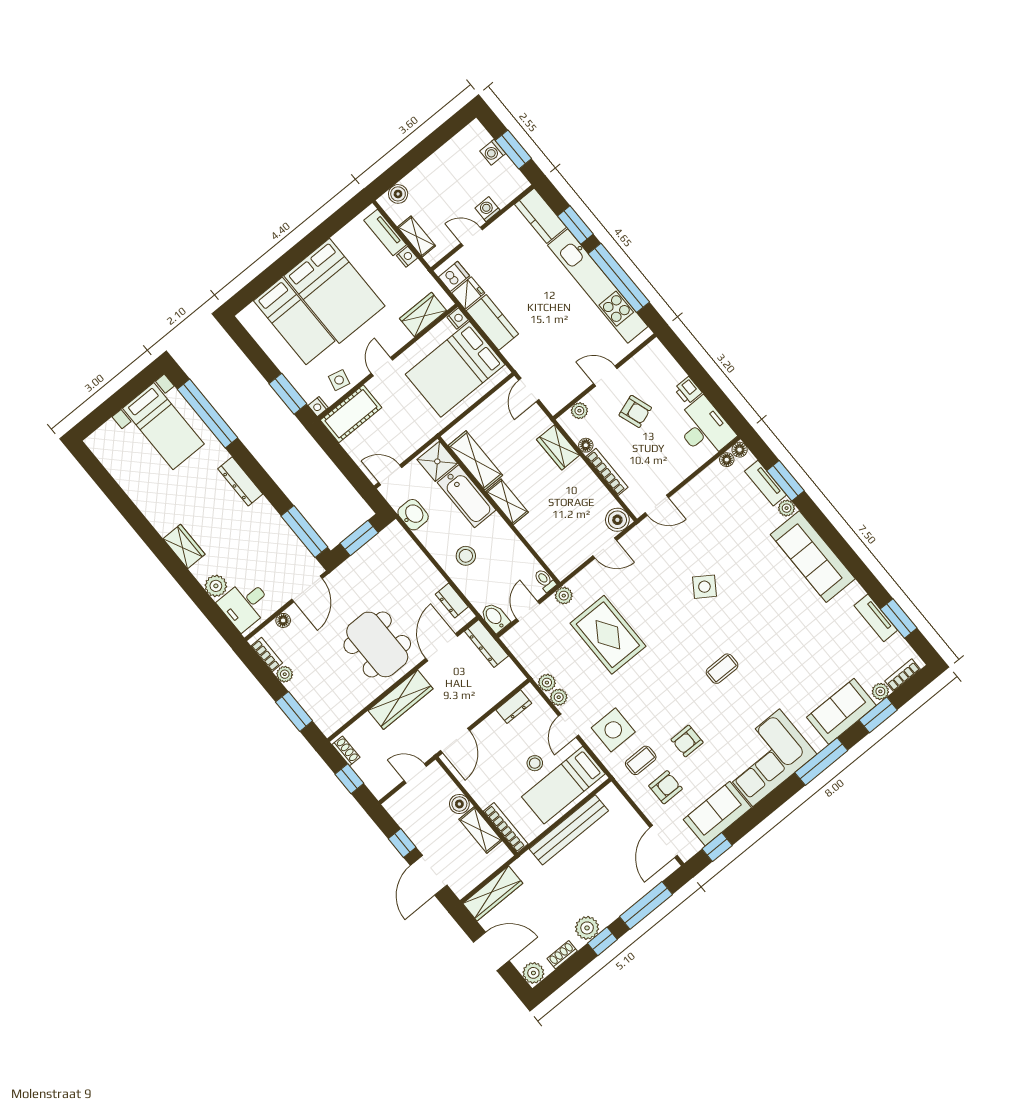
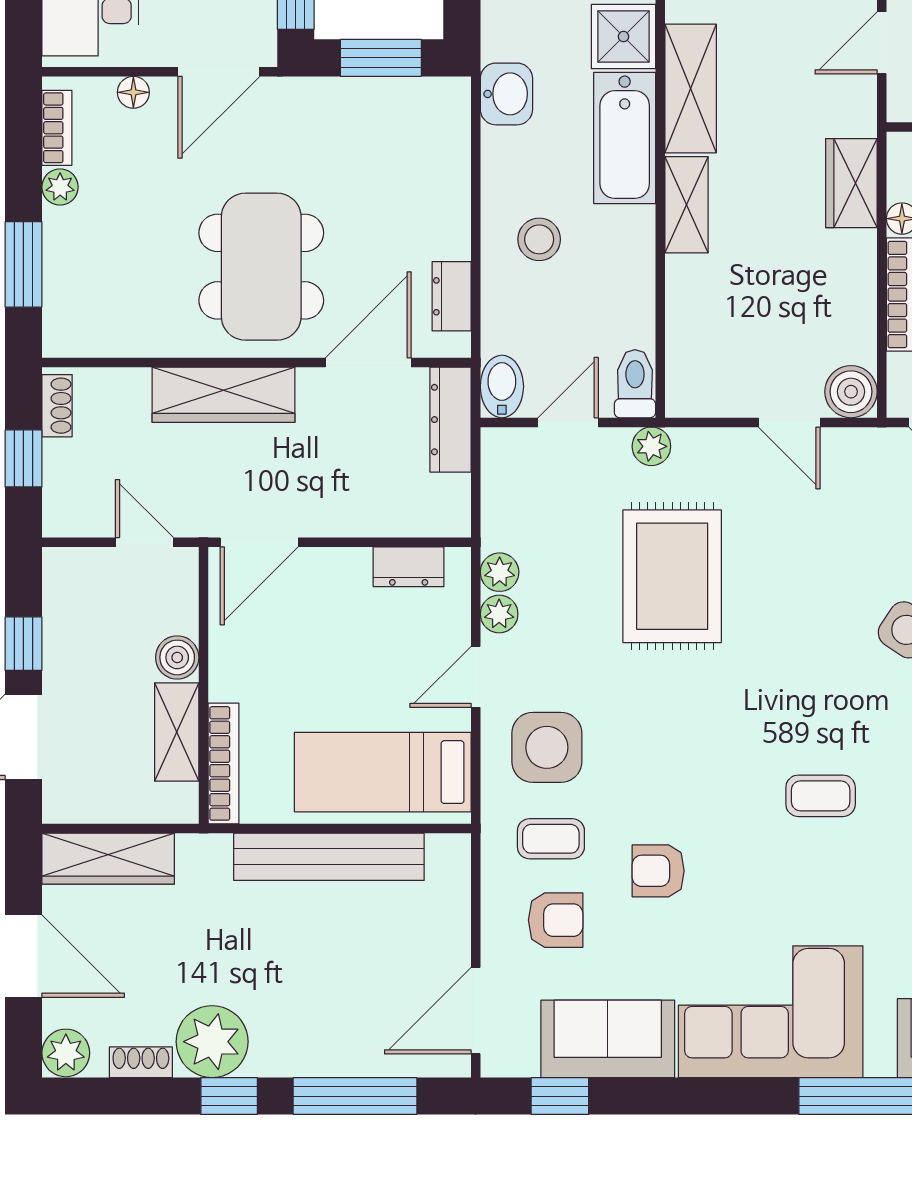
toilet: (545, 580) -> (635, 384), width x1.37, depth x1.39
stool: (535, 763) -> (365, 694), removed
plant: (587, 928) -> (212, 1042), width x1.36, depth x1.36

